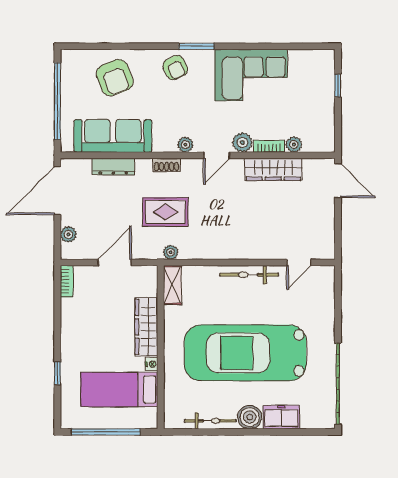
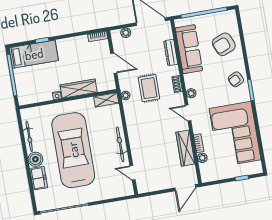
corner sofa: (251, 75) -> (235, 134), width x1.36, depth x1.36
plant: (242, 142) -> (198, 127), removed
bed: (119, 390) -> (34, 54), moved, turned 90

